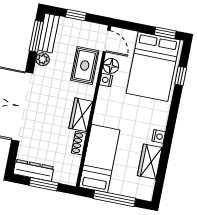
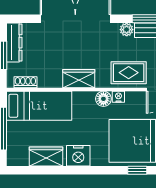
floor lamp: (111, 66) -> (103, 99), moved
nightstand: (159, 136) -> (78, 156), width x1.89, depth x1.79
shoe rack: (79, 143) -> (25, 82), moved

